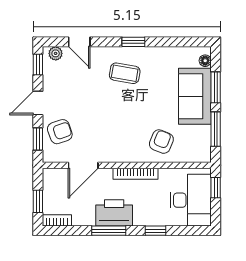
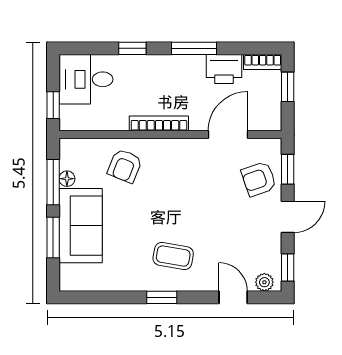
floor lamp: (205, 61) -> (67, 179), moved
desk: (191, 200) -> (86, 79), width x0.73
printer: (114, 213) -> (224, 69), moved, width x0.73, depth x0.84

